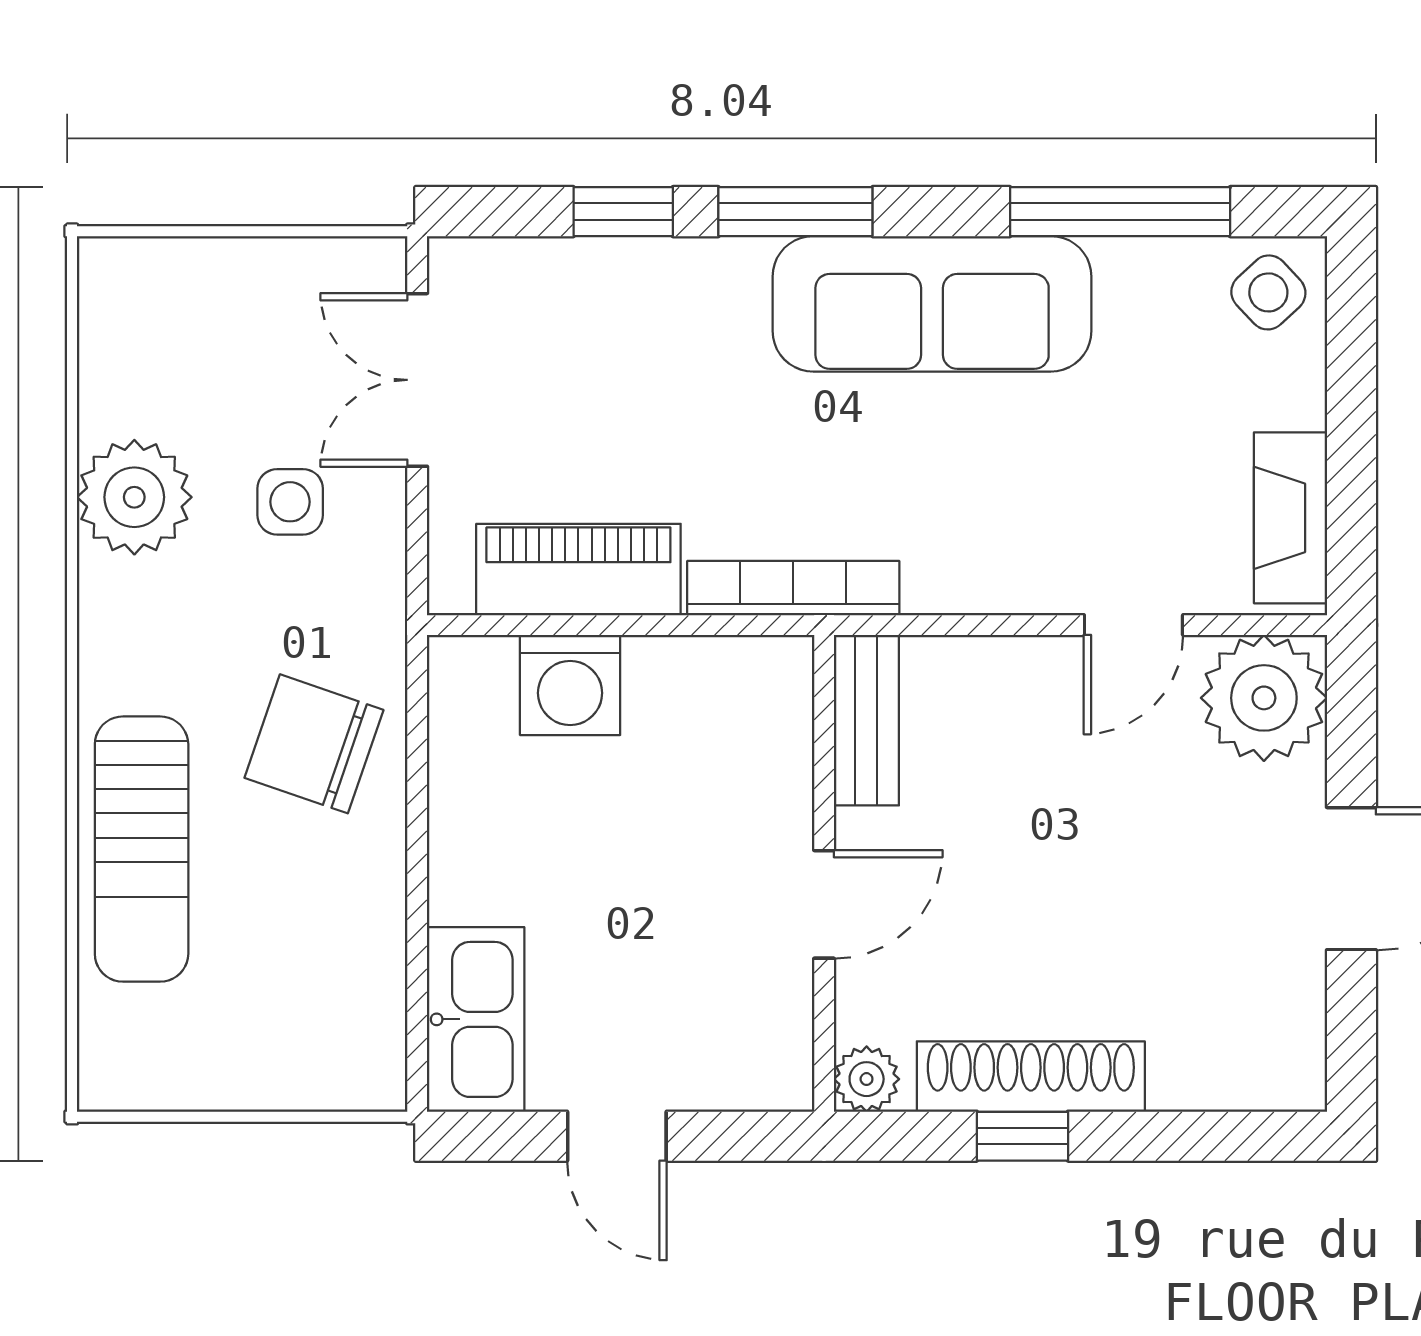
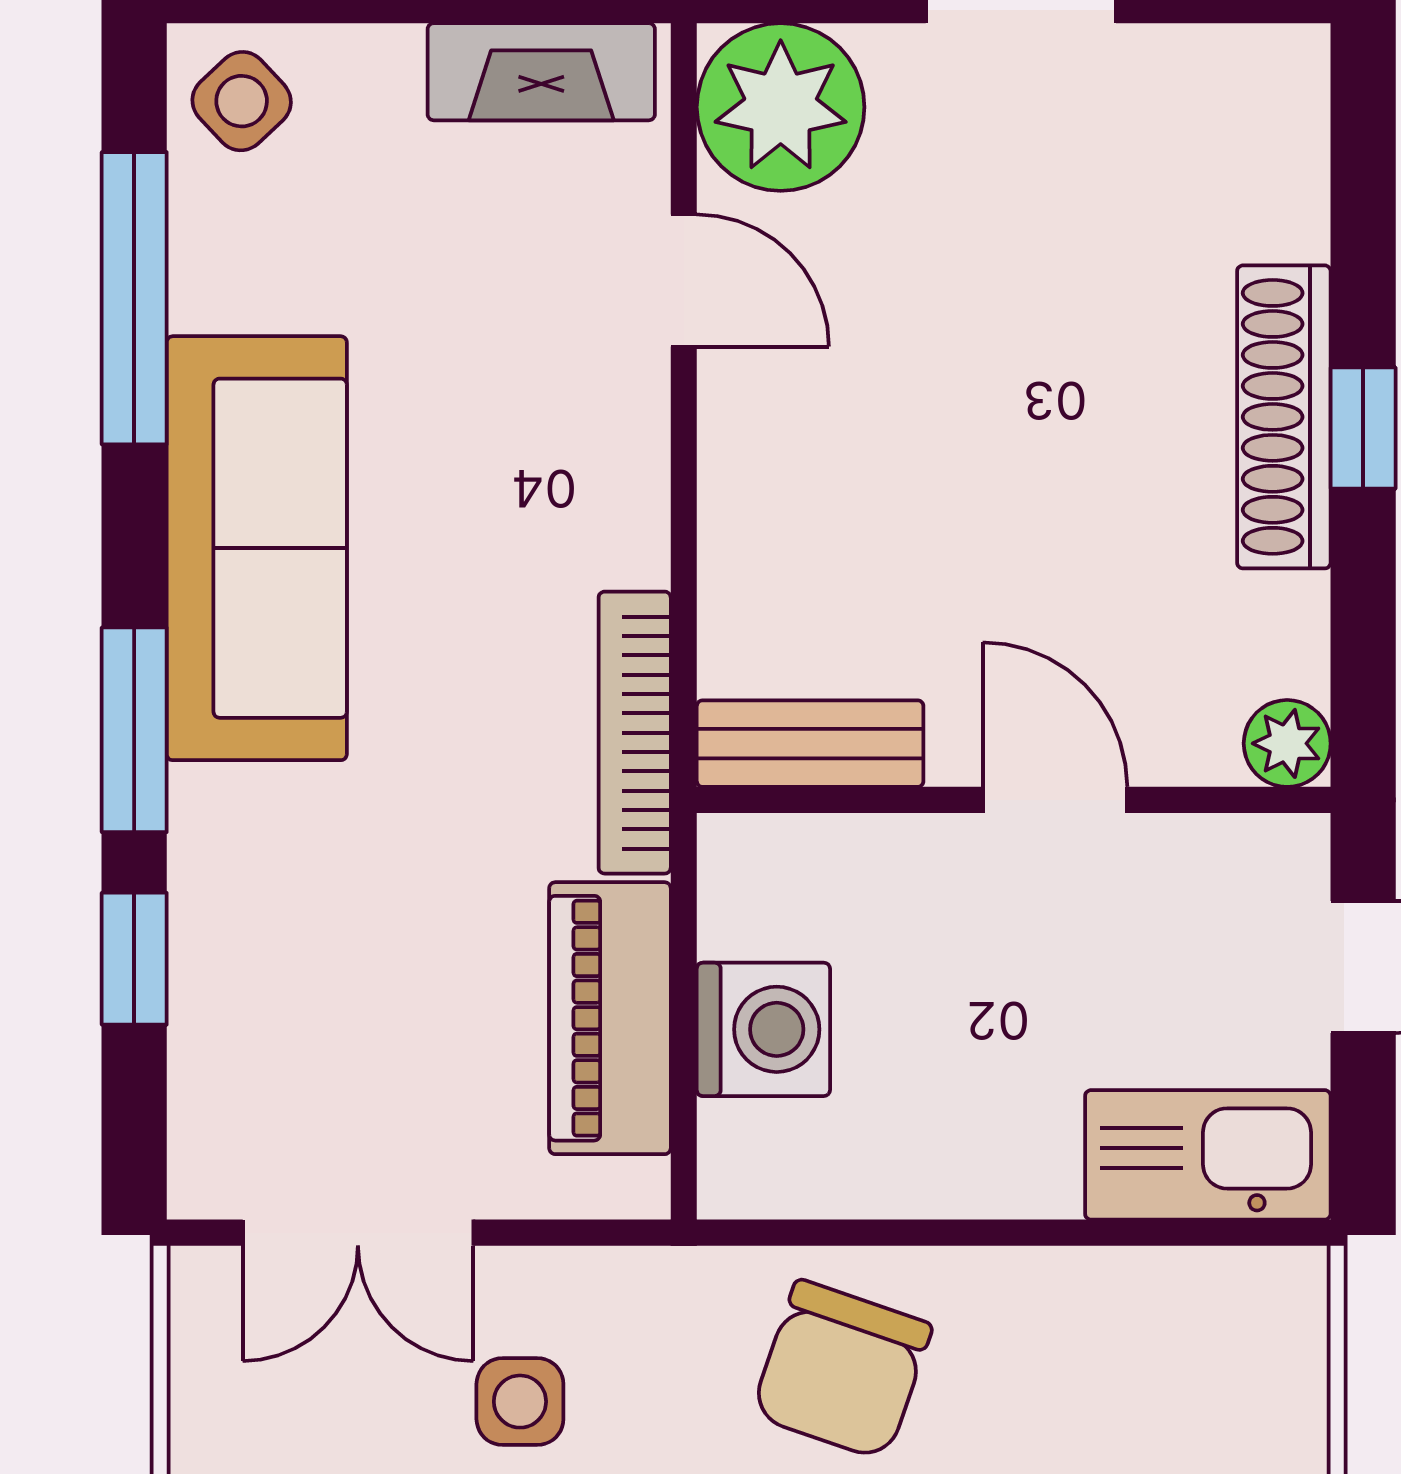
bench: (866, 720) -> (810, 744), moved
wall: (824, 873) -> (1014, 800), moved
door: (824, 904) -> (1055, 800), moved
plant: (867, 1079) -> (1287, 743), moved

